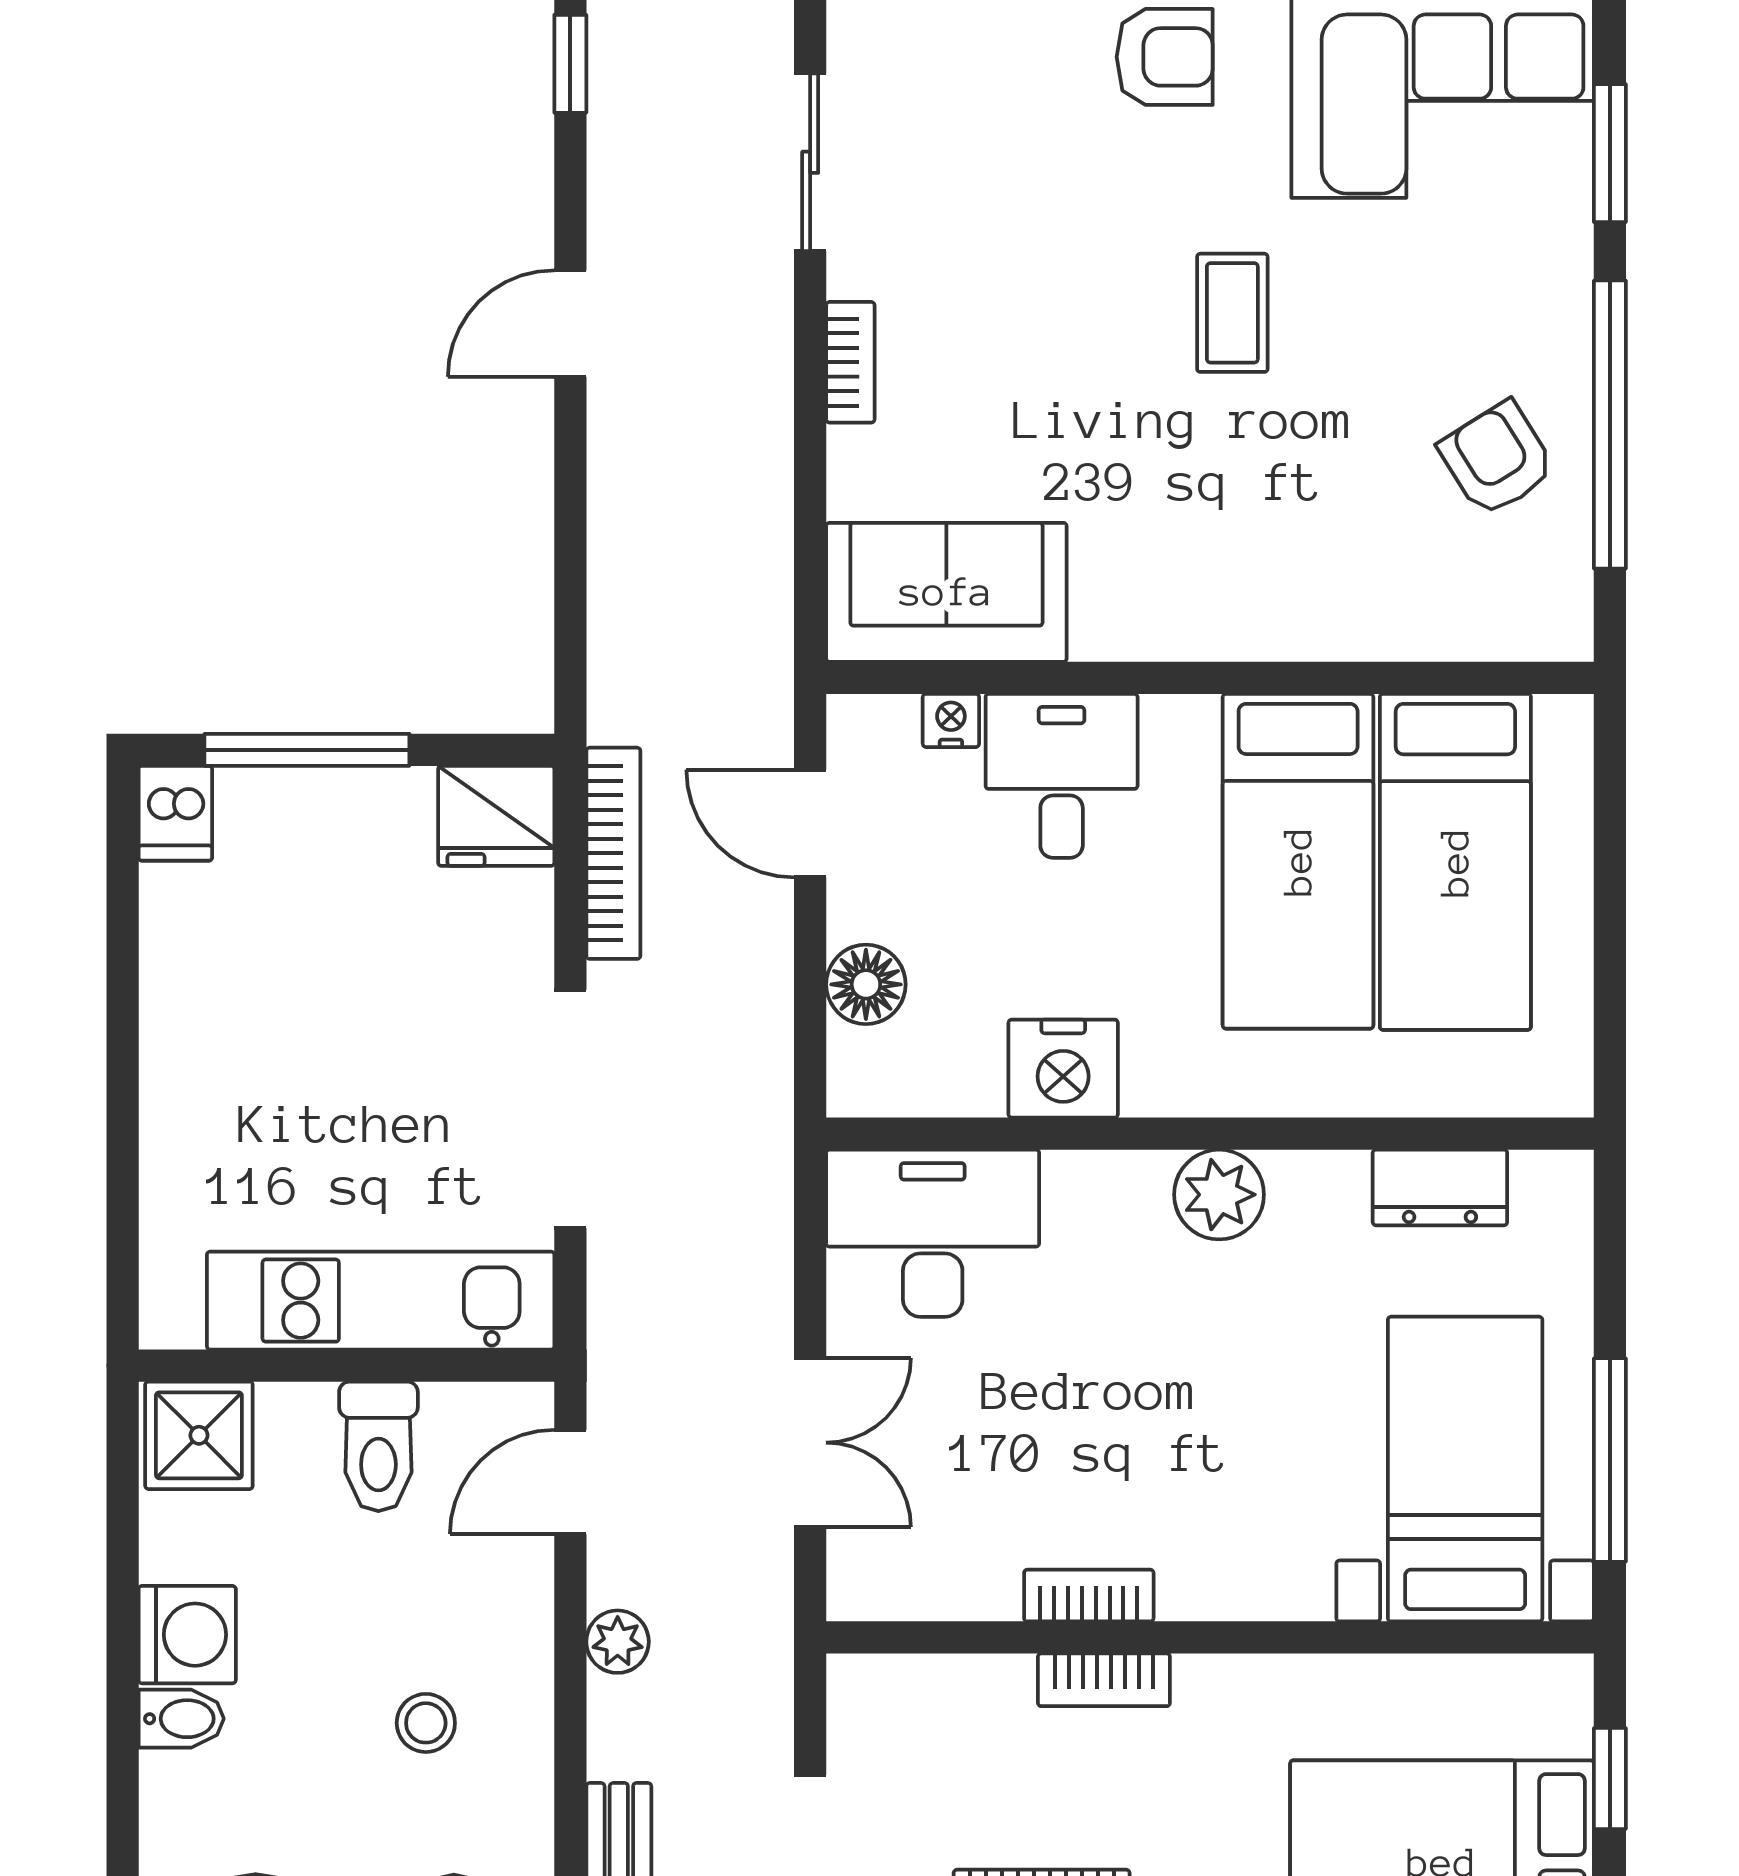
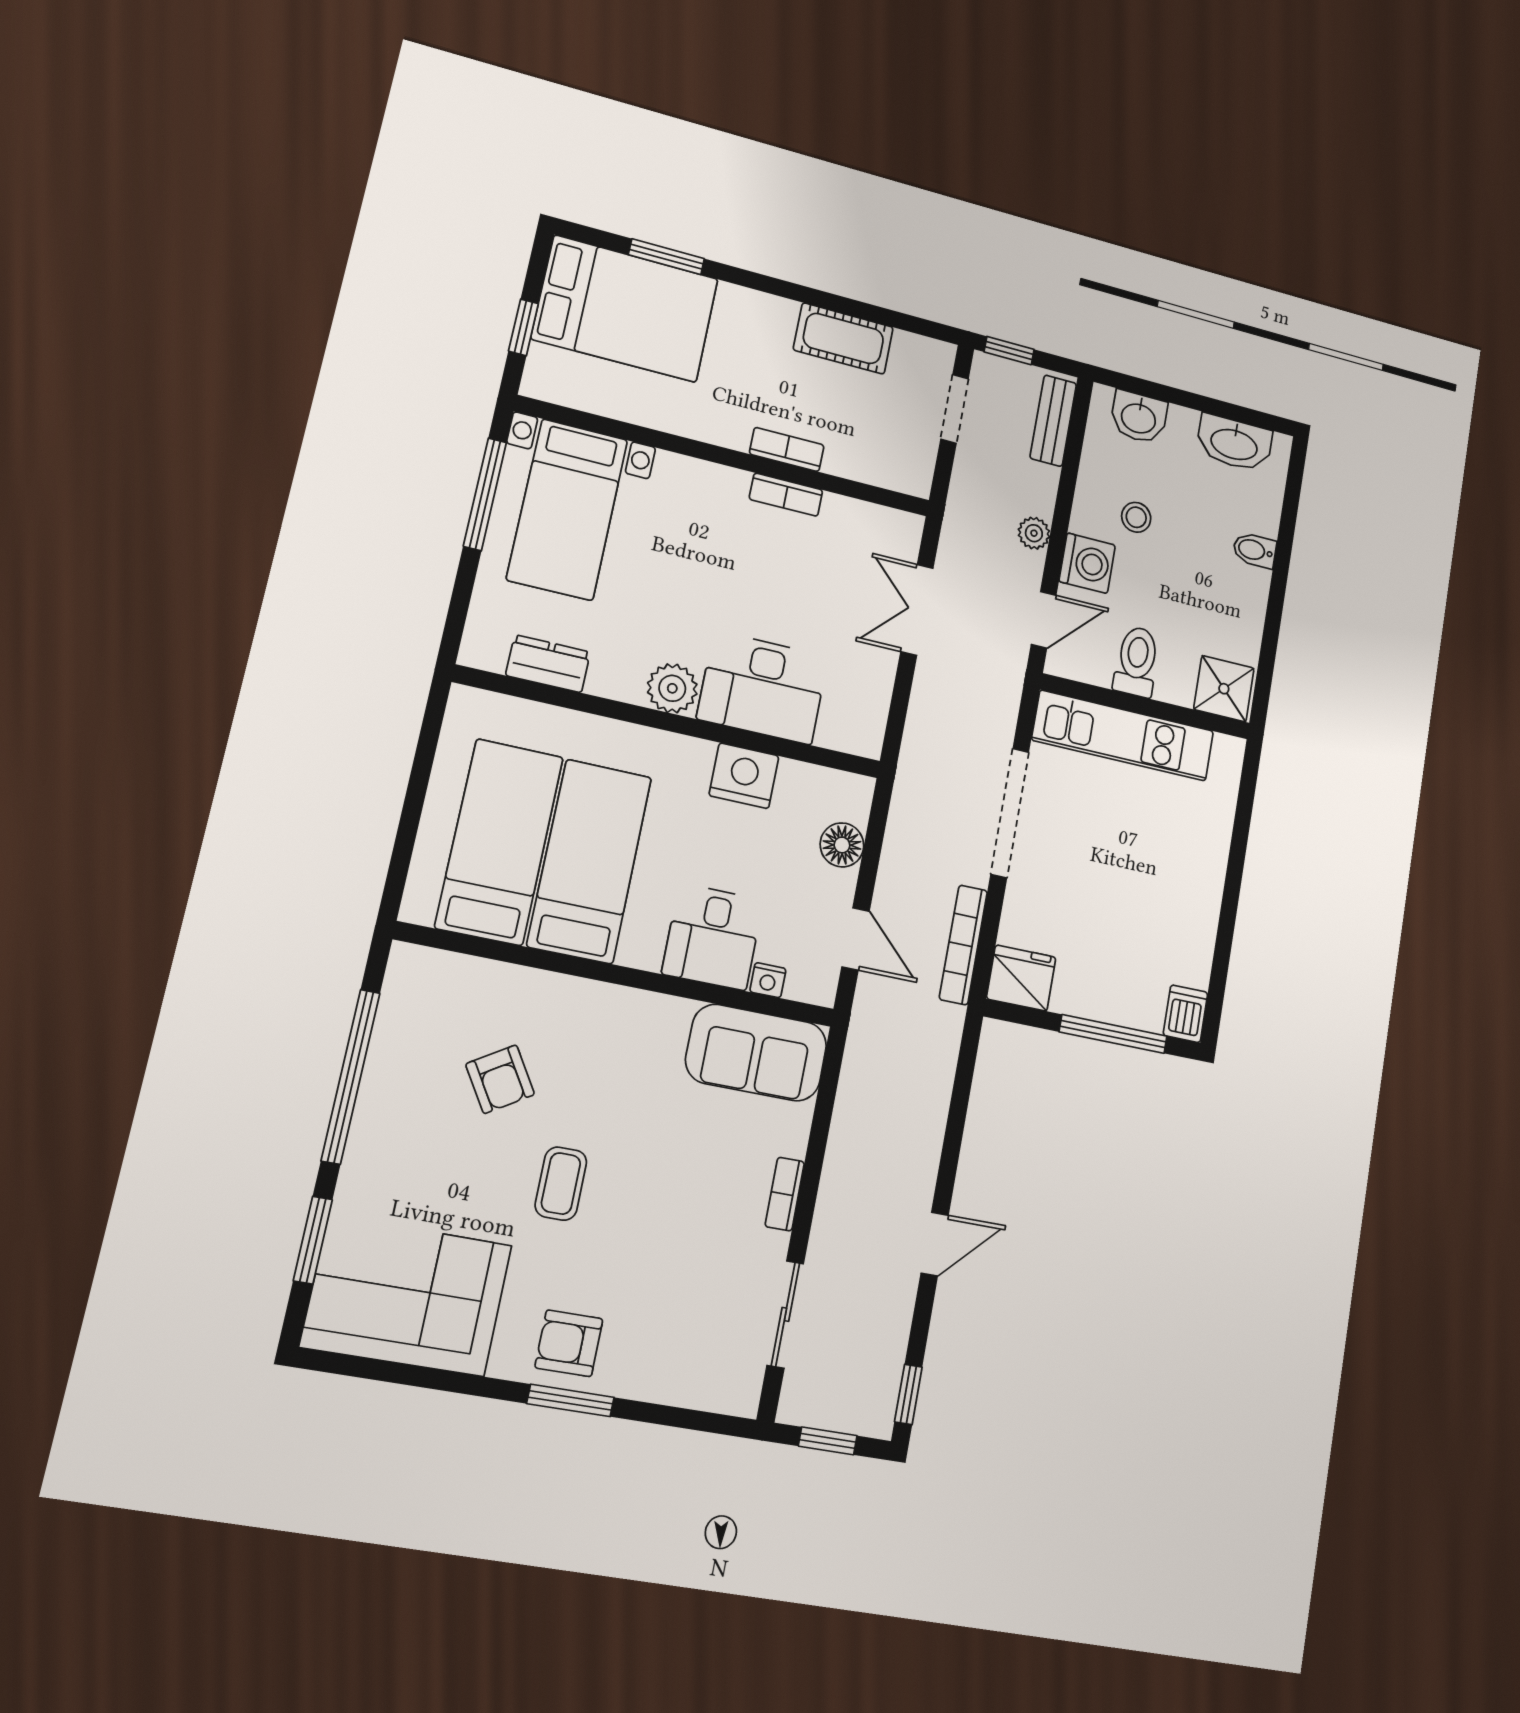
armchair: (1497, 459) -> (500, 1079), moved
desk: (933, 1233) -> (763, 688), moved
washing machine: (187, 1635) -> (1087, 563), moved, turned 180

